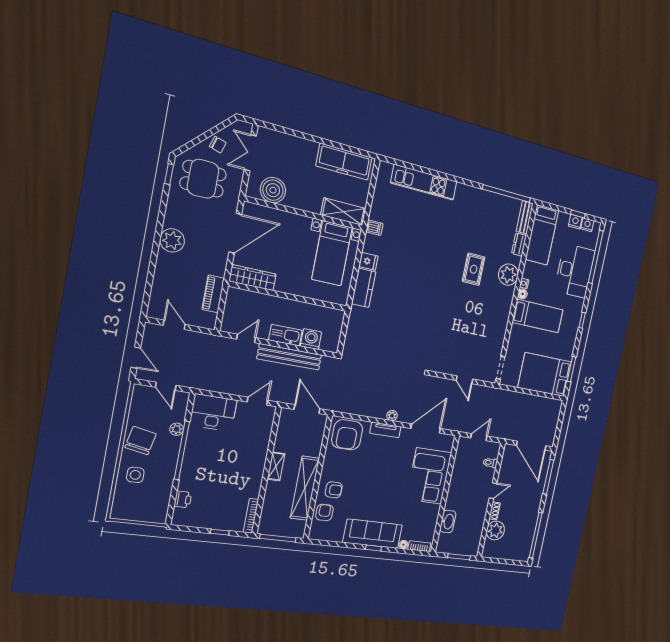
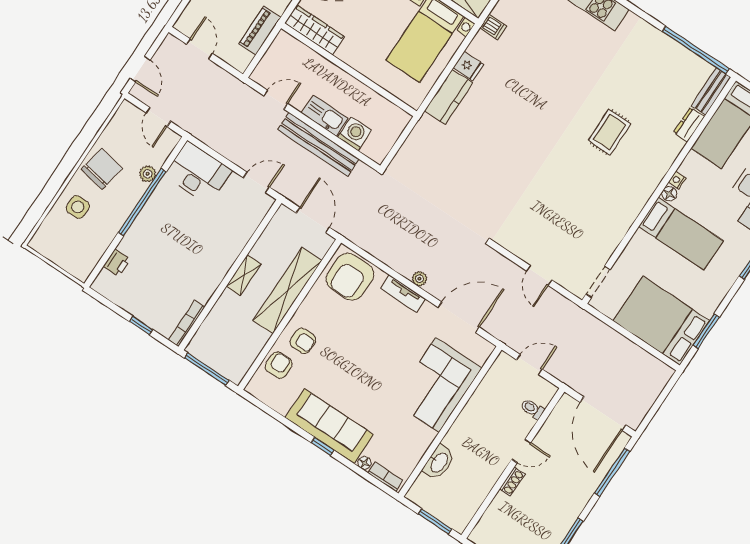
plant: (508, 275) -> (658, 159), removed
shelving: (305, 488) -> (287, 291), moved
plant: (495, 530) -> (503, 511), removed

